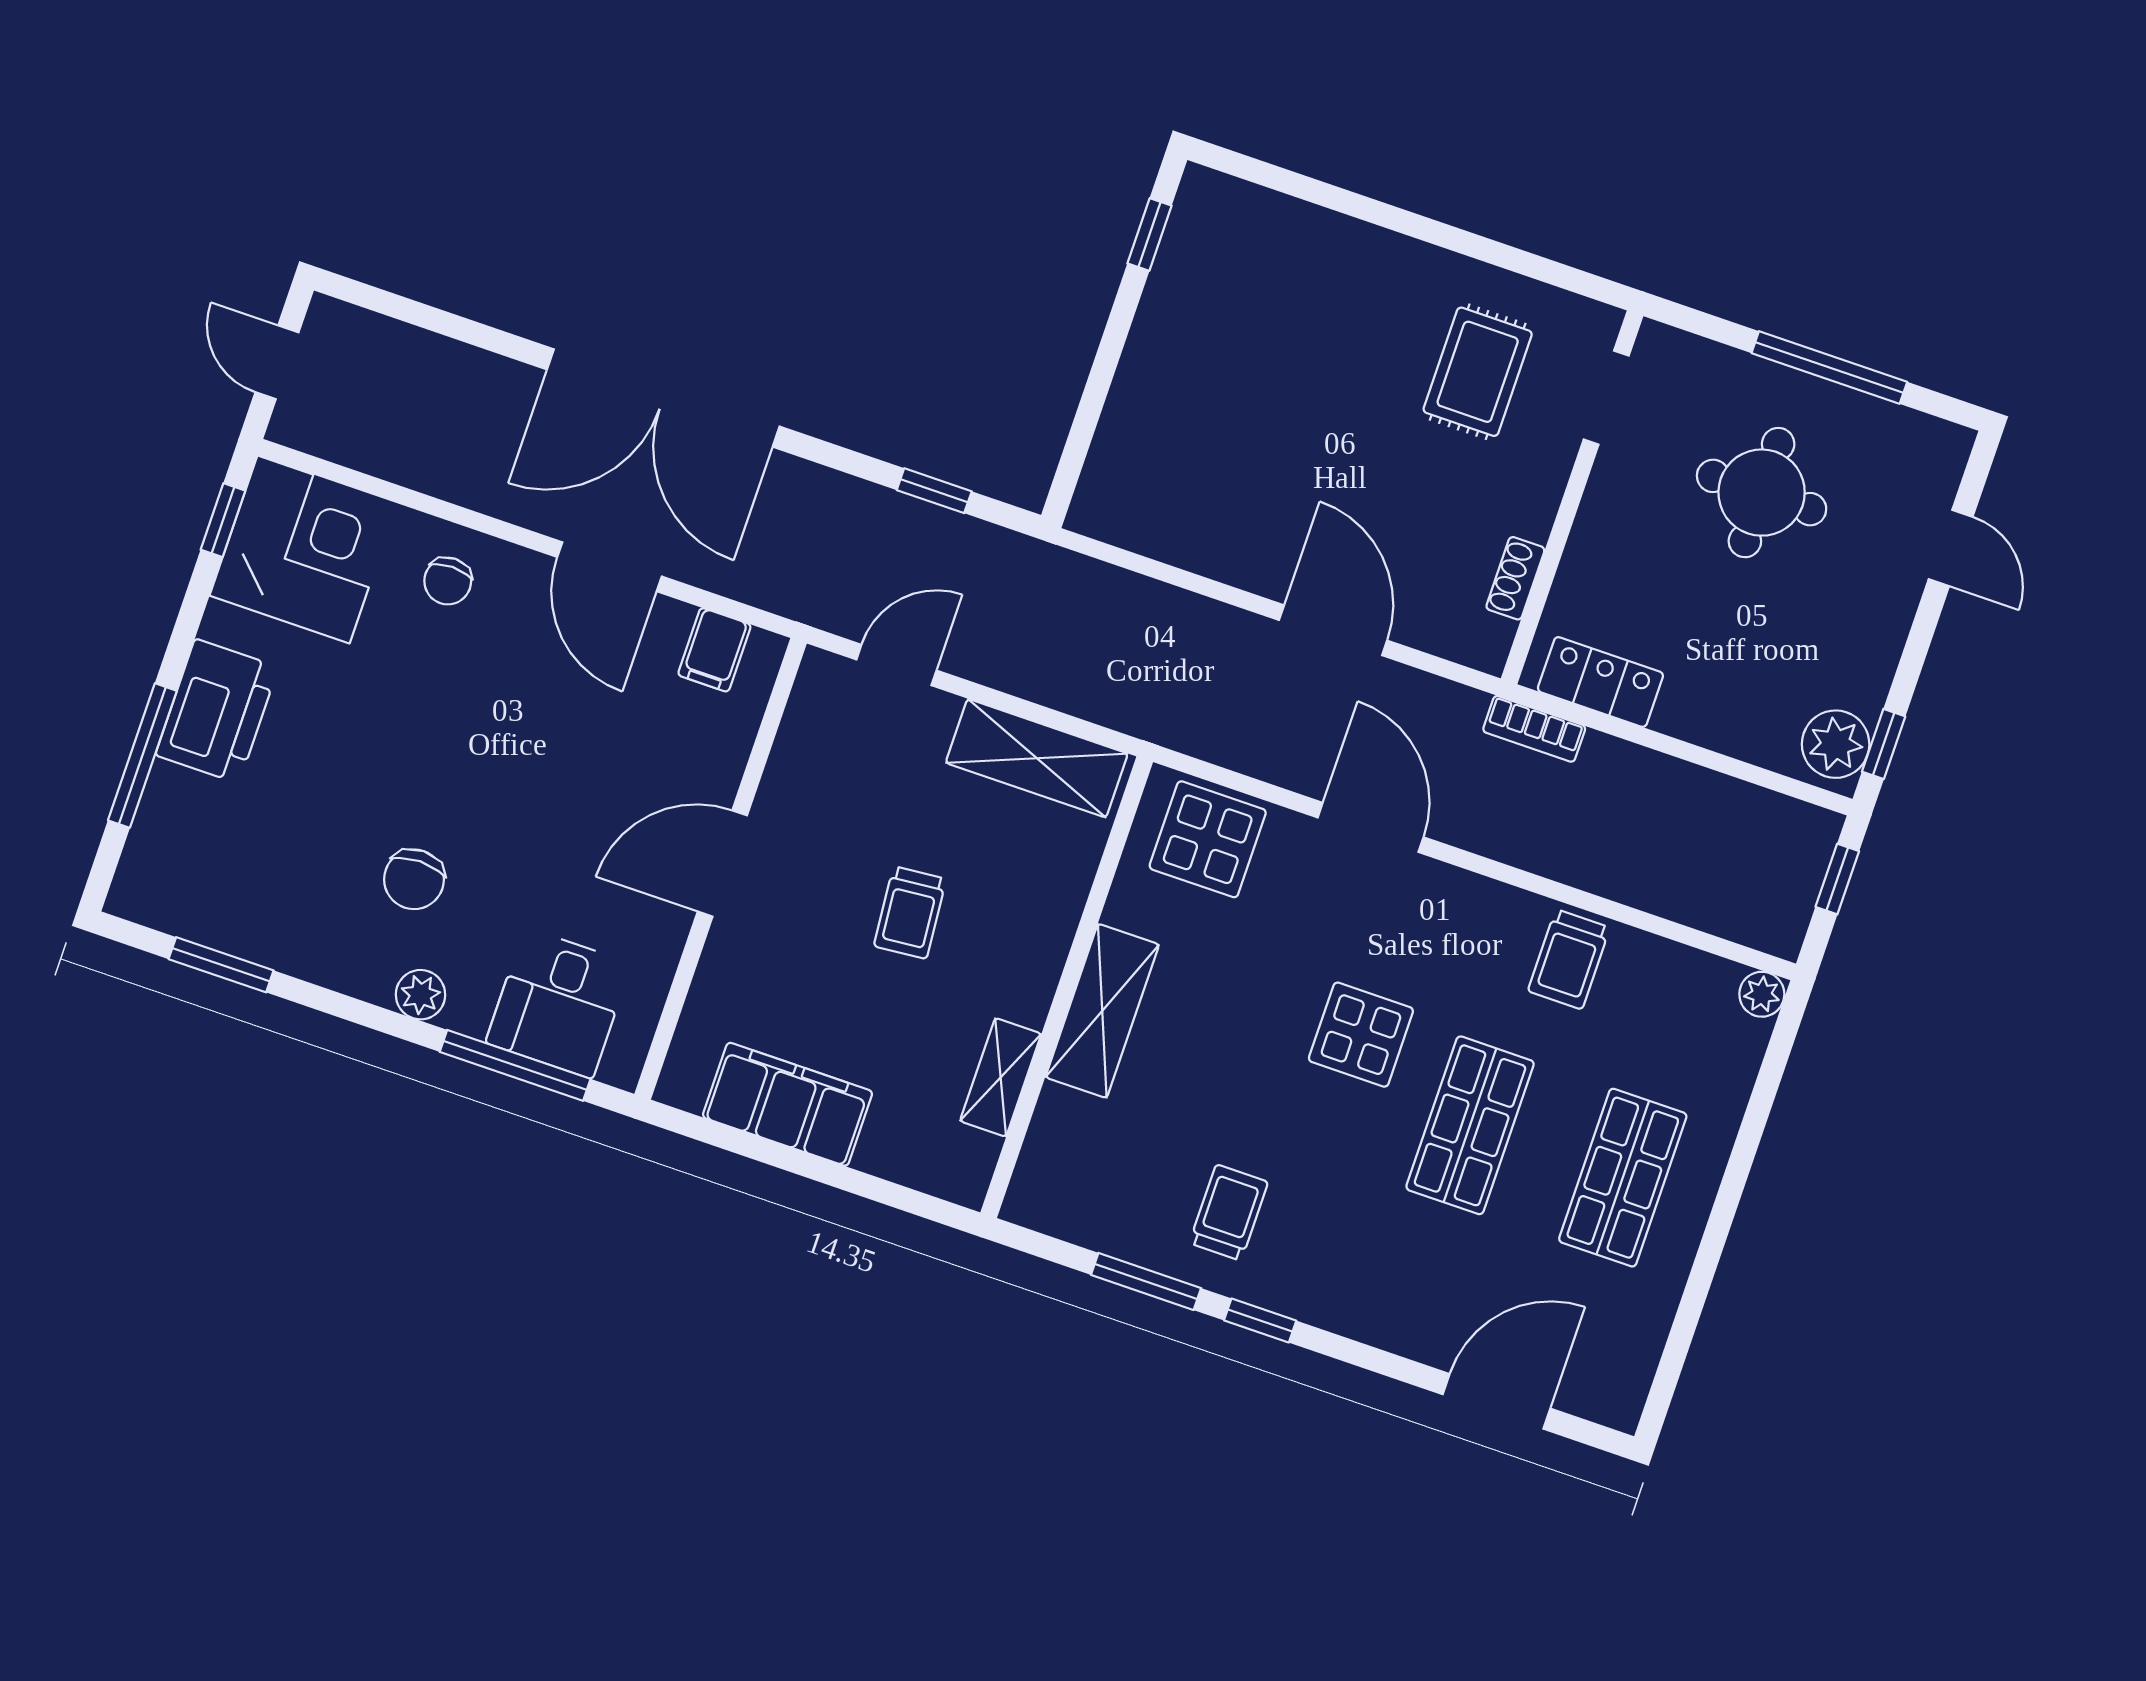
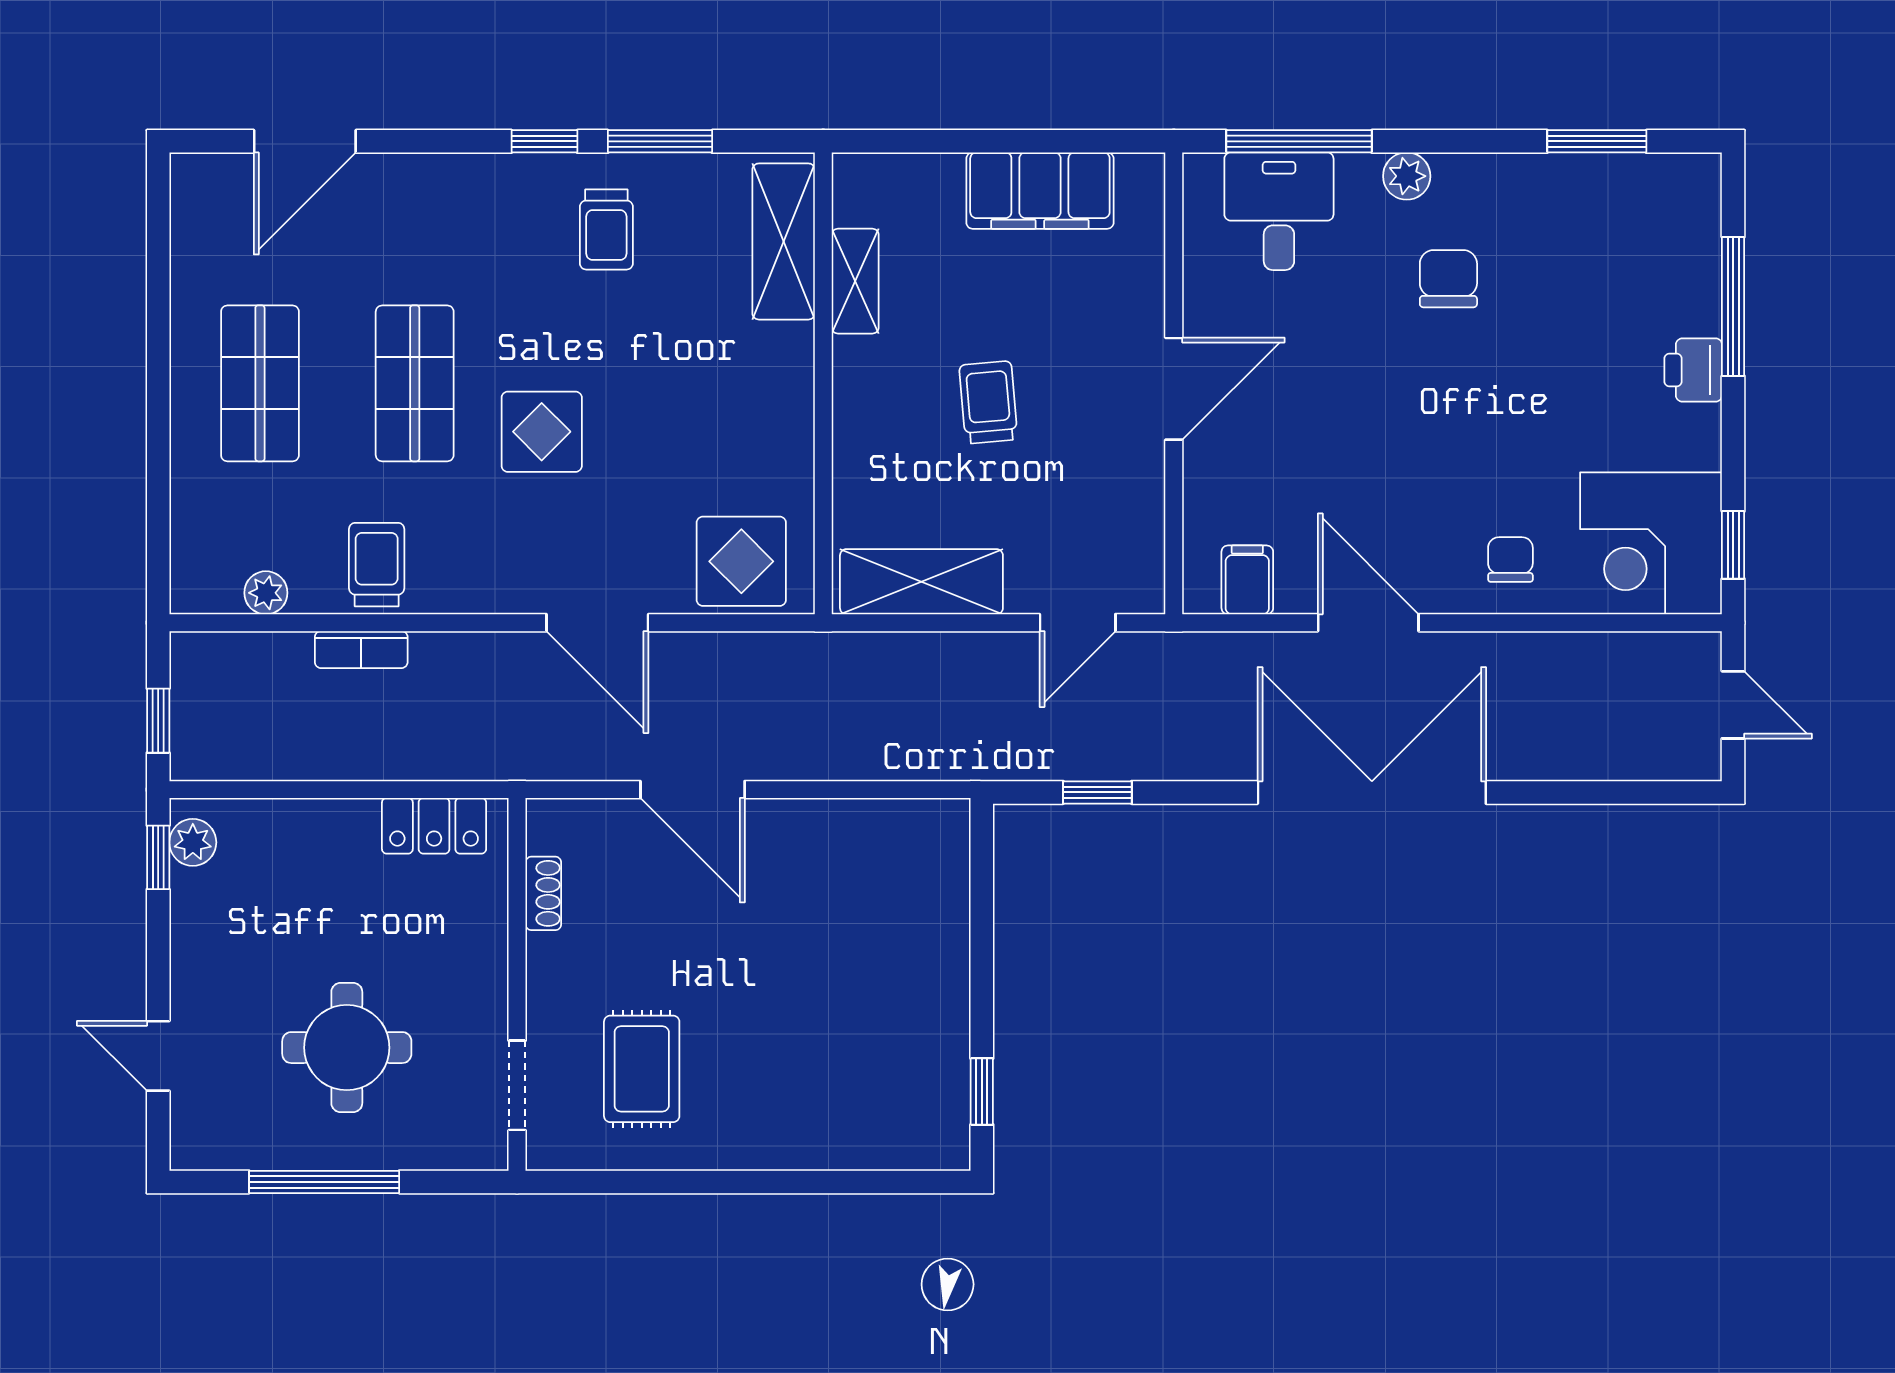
printer: (217, 711) -> (1693, 370), width x0.53, depth x0.68
bookcase: (1534, 729) -> (361, 650), moved, turned 180
plant: (1836, 744) -> (193, 842), width x0.73, depth x0.73
plant: (1762, 994) -> (266, 593), moved
shelving: (1102, 1011) -> (784, 241), moved

